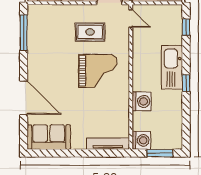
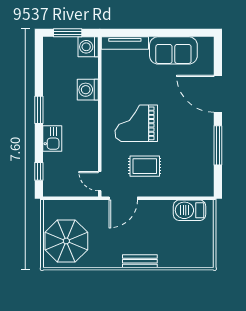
window: (24, 33) -> (218, 145), moved
kitchen sink: (172, 67) -> (52, 139), width x0.53, depth x0.81
window: (186, 83) -> (39, 110), width x1.50
sofa: (49, 137) -> (173, 50), moved

